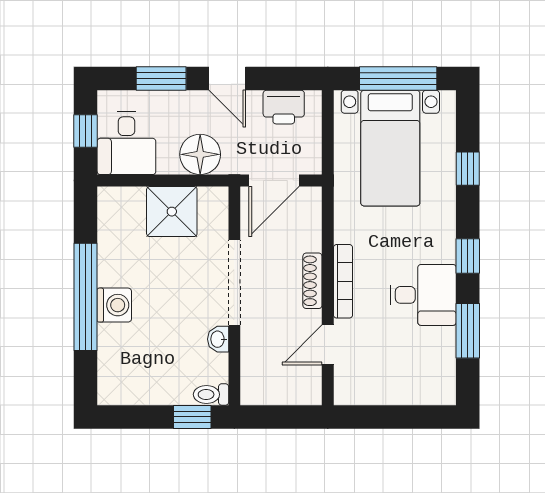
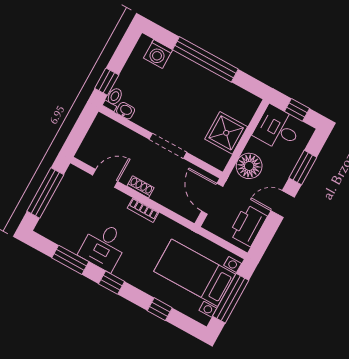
printer: (284, 107) -> (248, 225), width x1.37, depth x1.19
shoe rack: (312, 281) -> (141, 187), width x0.70
bookcase: (343, 281) -> (143, 210), width x0.64
doorway: (234, 283) -> (168, 146), width x0.73
washing machine: (114, 305) -> (158, 54), moved
washbasin: (218, 339) -> (126, 111), moved
door: (328, 345) -> (105, 178), hinge flipped
window: (394, 417) -> (45, 193), added

